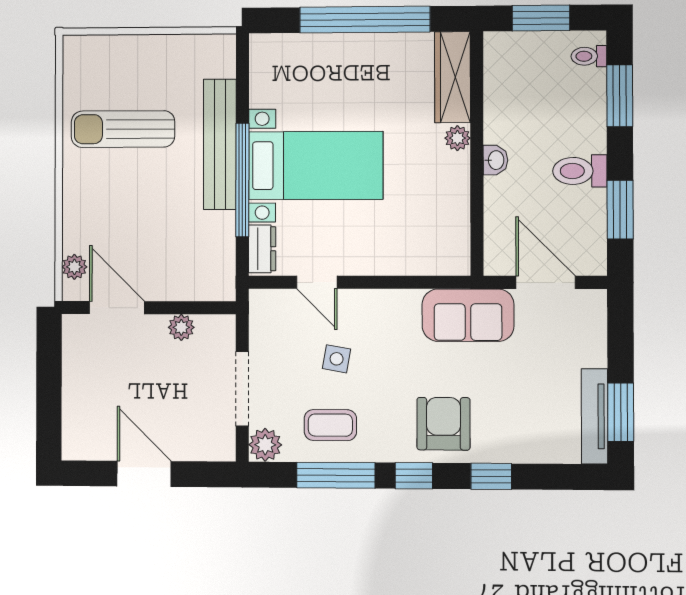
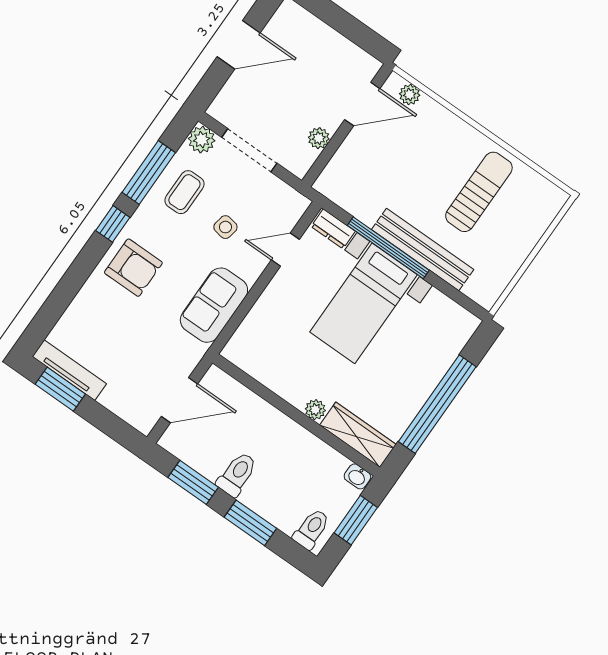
toilet: (589, 56) -> (311, 529), width x1.37, depth x1.39
window: (620, 96) -> (250, 523), moved
washbasin: (495, 160) -> (357, 476), moved
sofa: (468, 315) -> (214, 305), moved
window: (491, 476) -> (77, 275), removed

